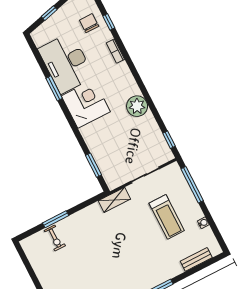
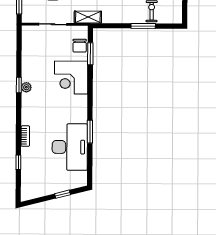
chair: (89, 23) -> (80, 46), moved
corner desk: (86, 104) -> (71, 78), moved
plant: (137, 106) -> (26, 87), width x0.53, depth x0.53
window: (169, 140) -> (19, 85), moved

